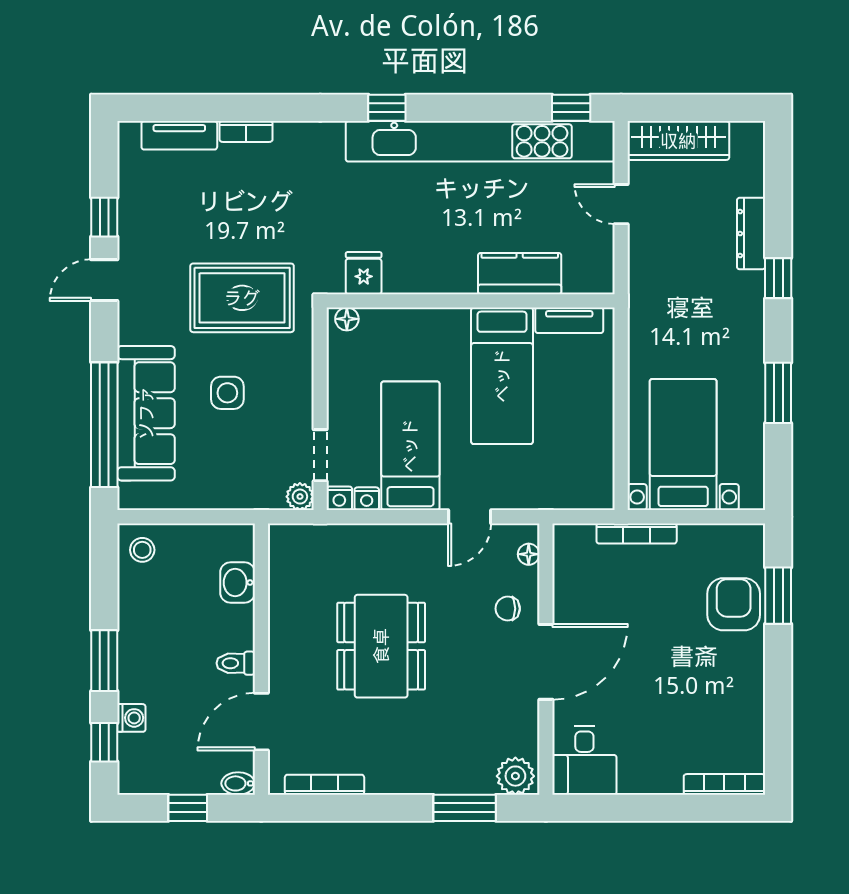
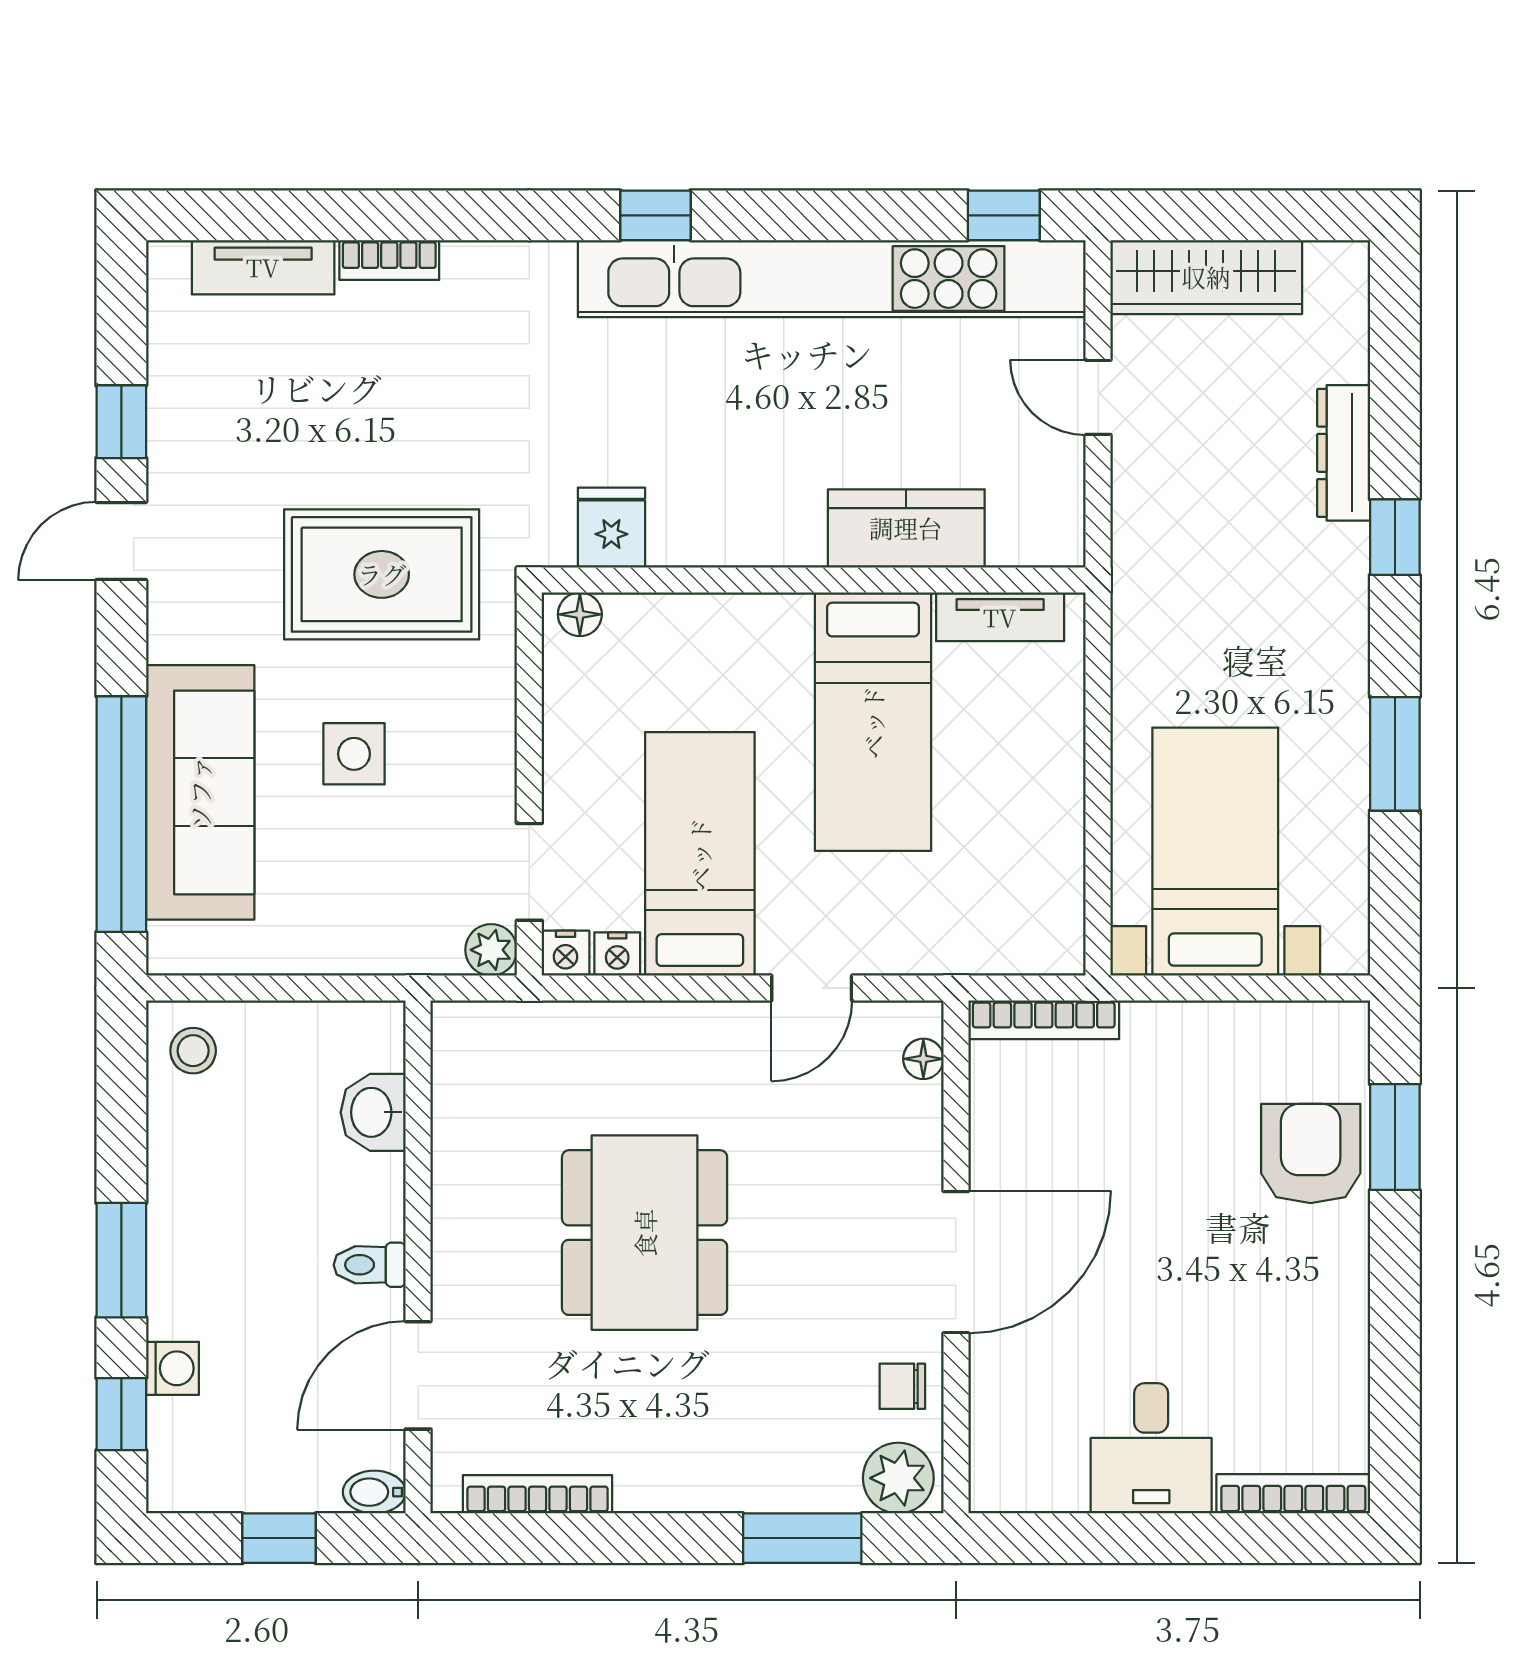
bookcase: (637, 533) -> (1044, 1020), moved
chair: (508, 609) -> (902, 1386), moved
desk: (584, 760) -> (1151, 1448), moved

